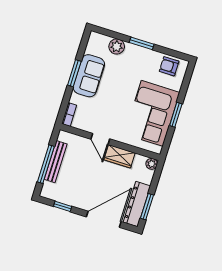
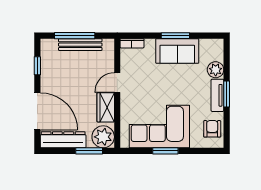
tv unit: (140, 52) -> (217, 95), added
plant: (152, 164) -> (103, 137), width x1.87, depth x1.87
window: (147, 207) -> (89, 151), moved

